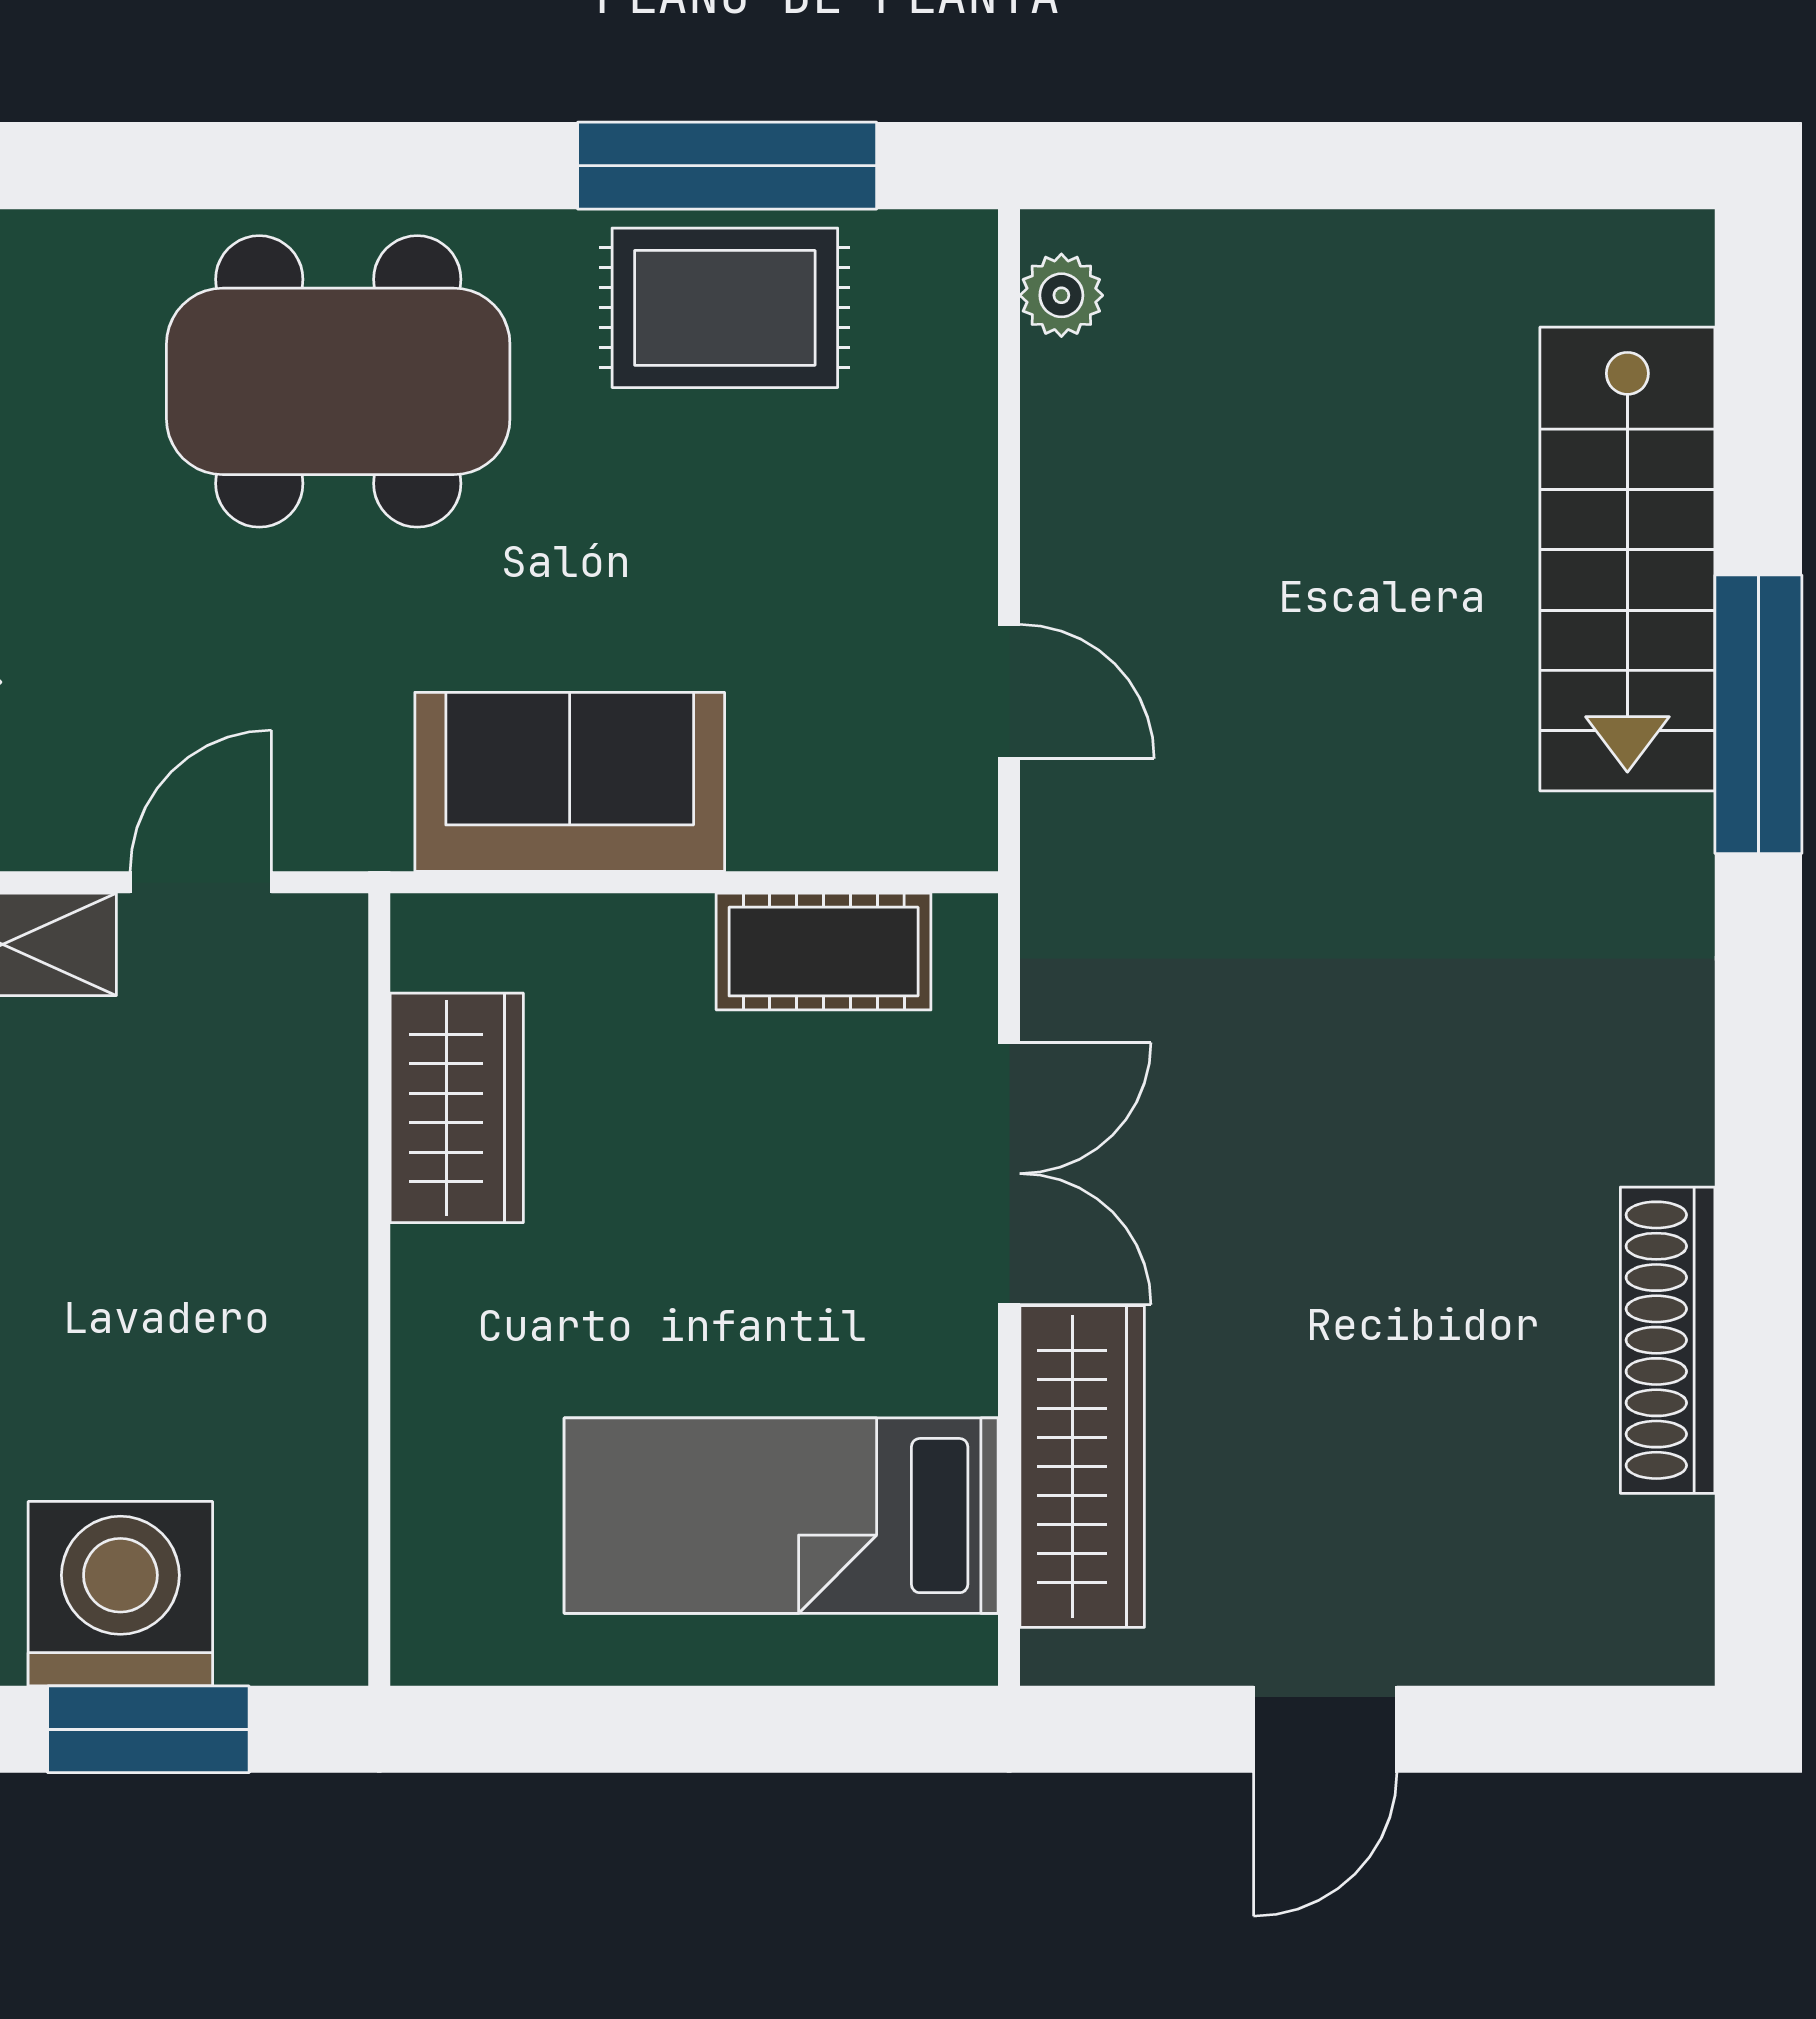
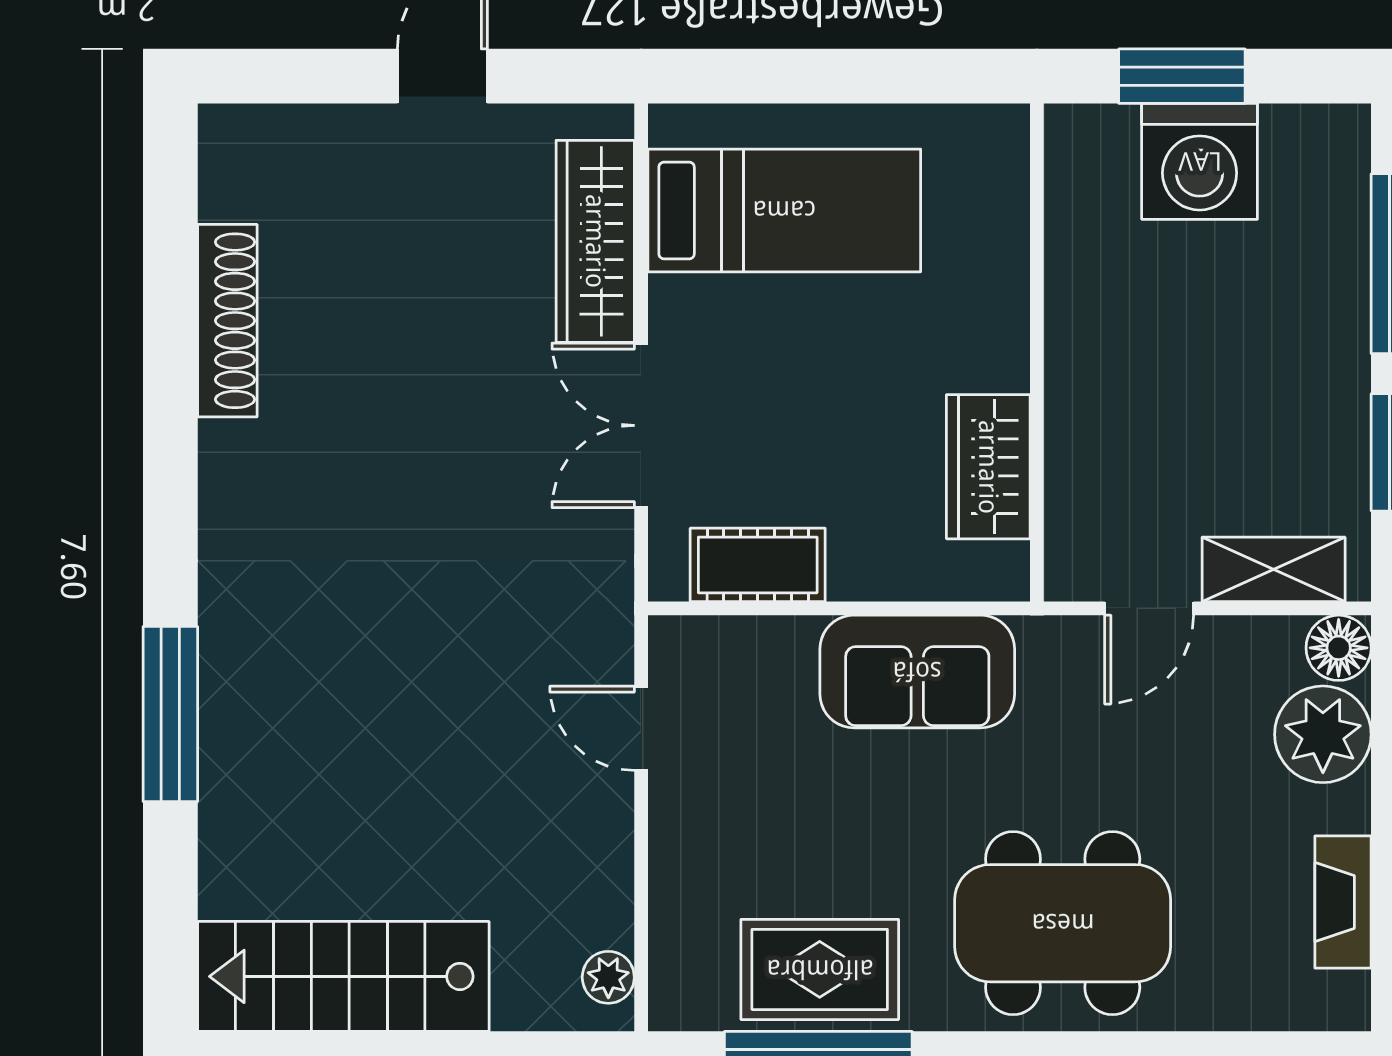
stairs: (1627, 559) -> (343, 976), moved, turned -90

